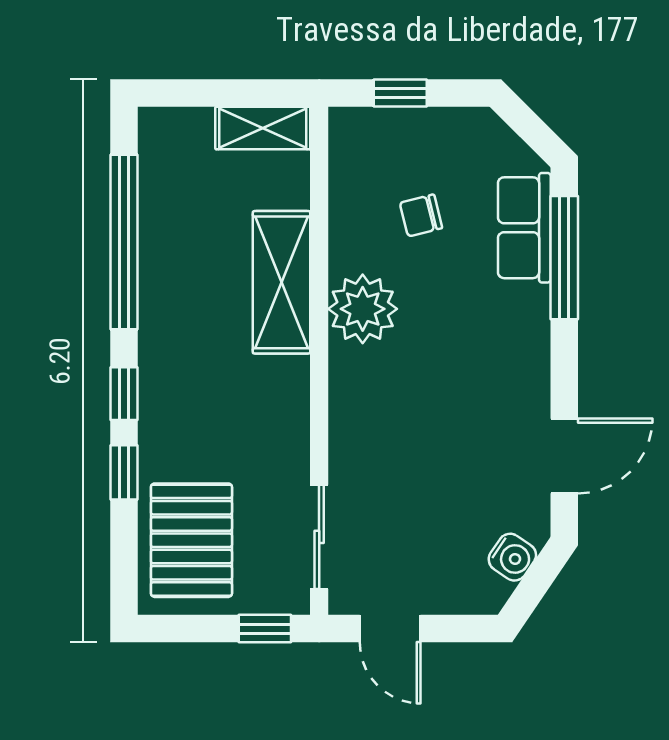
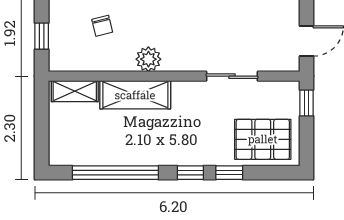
shelving: (263, 128) -> (75, 91), moved, turned 90
plant: (363, 309) -> (148, 59), width x0.73, depth x0.73
sliding door: (319, 537) -> (232, 76), moved

